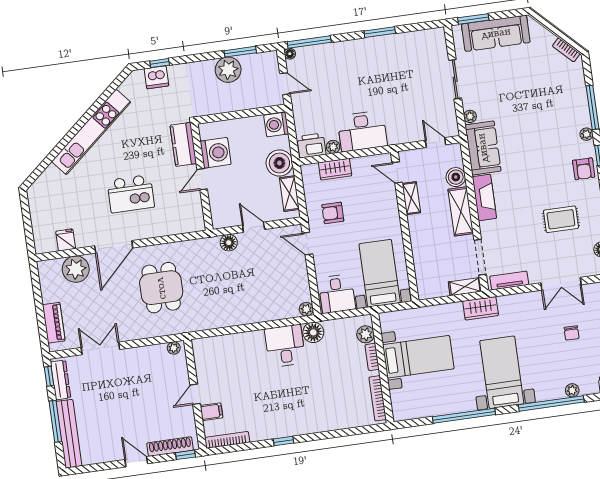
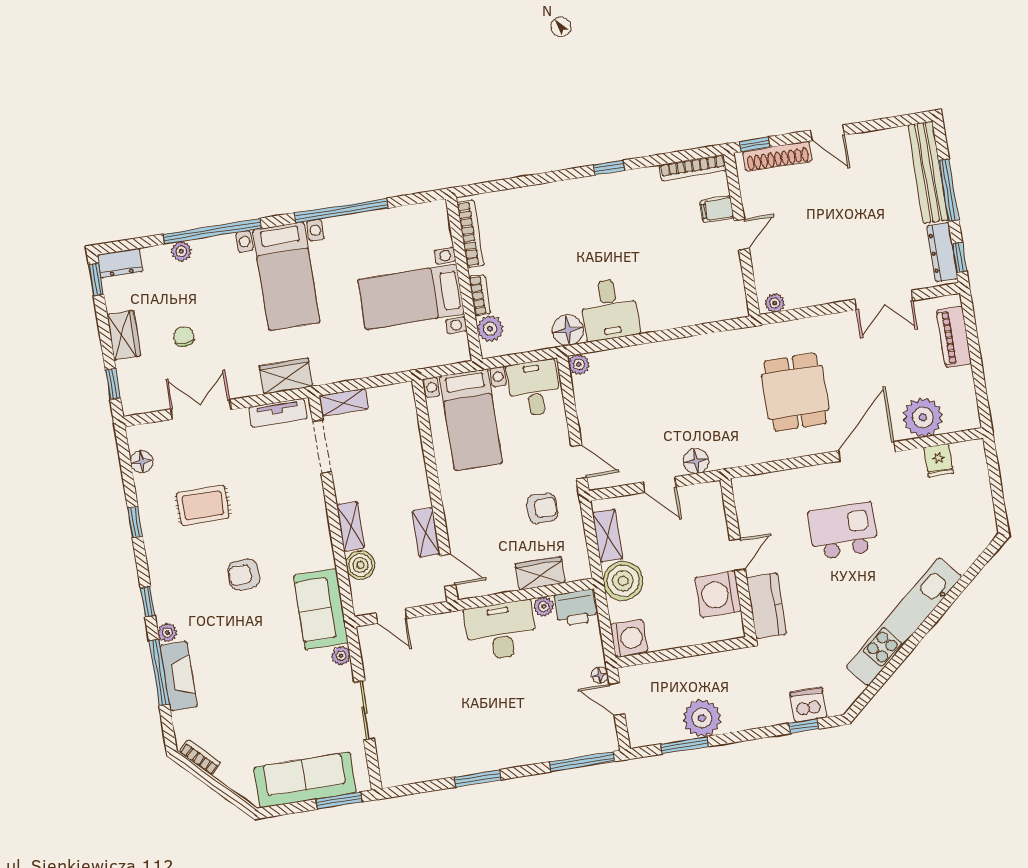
floor lamp: (290, 54) -> (600, 675), moved
armchair: (584, 169) -> (244, 574), moved, turned -91
fireplace: (484, 198) -> (179, 676), moved, turned 180
shelving: (461, 211) -> (351, 526), width x0.67, depth x0.75
wardrobe: (481, 308) -> (286, 376), moved

